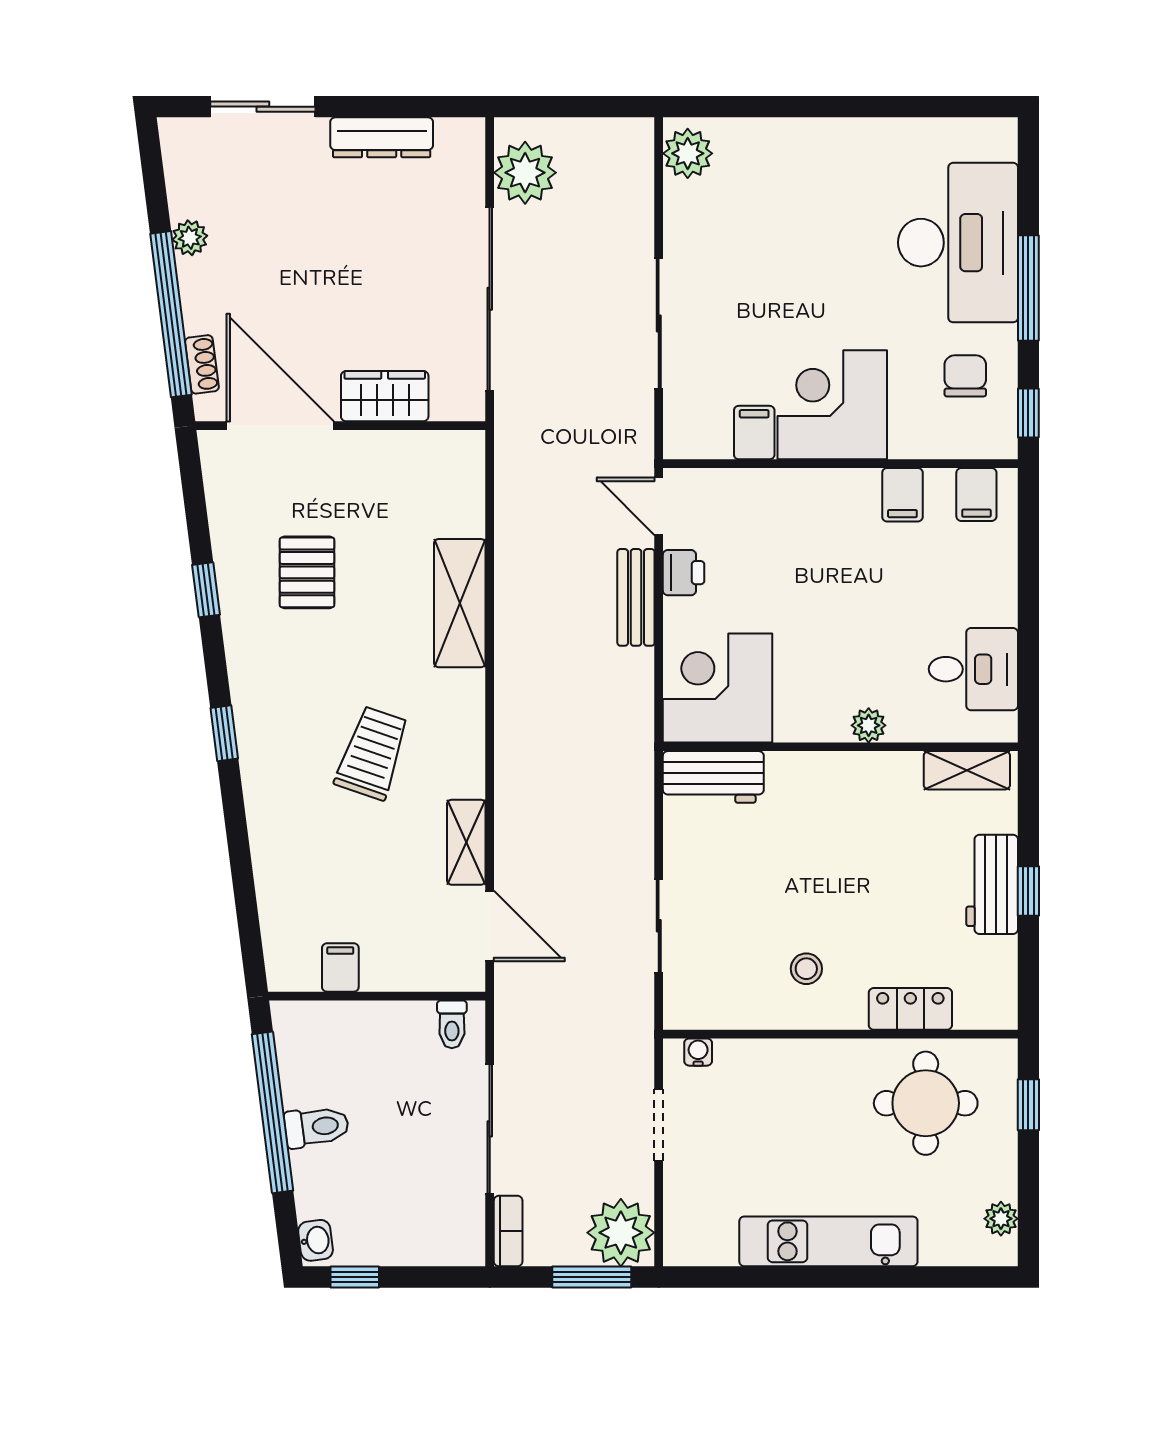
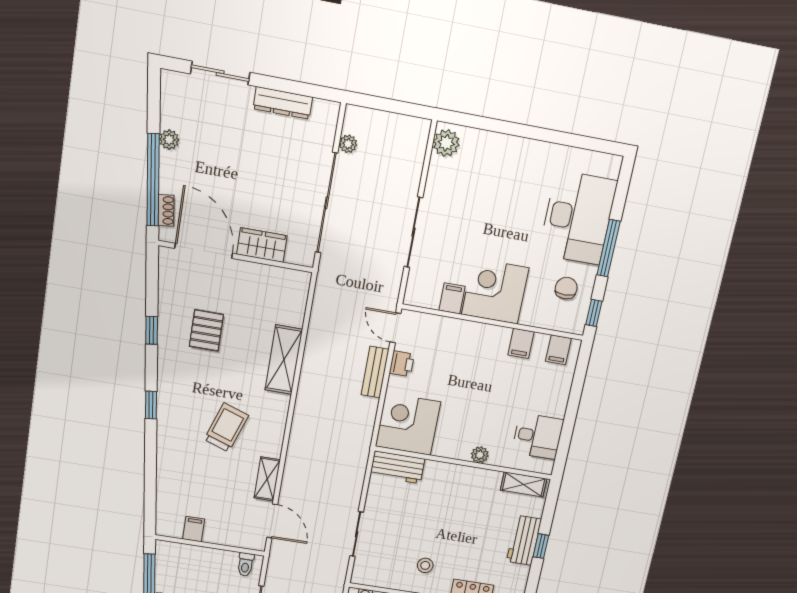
plant: (525, 173) -> (348, 144), width x0.53, depth x0.53

